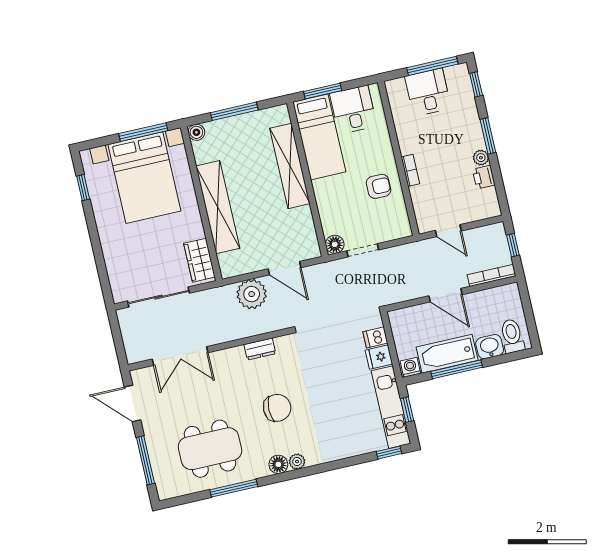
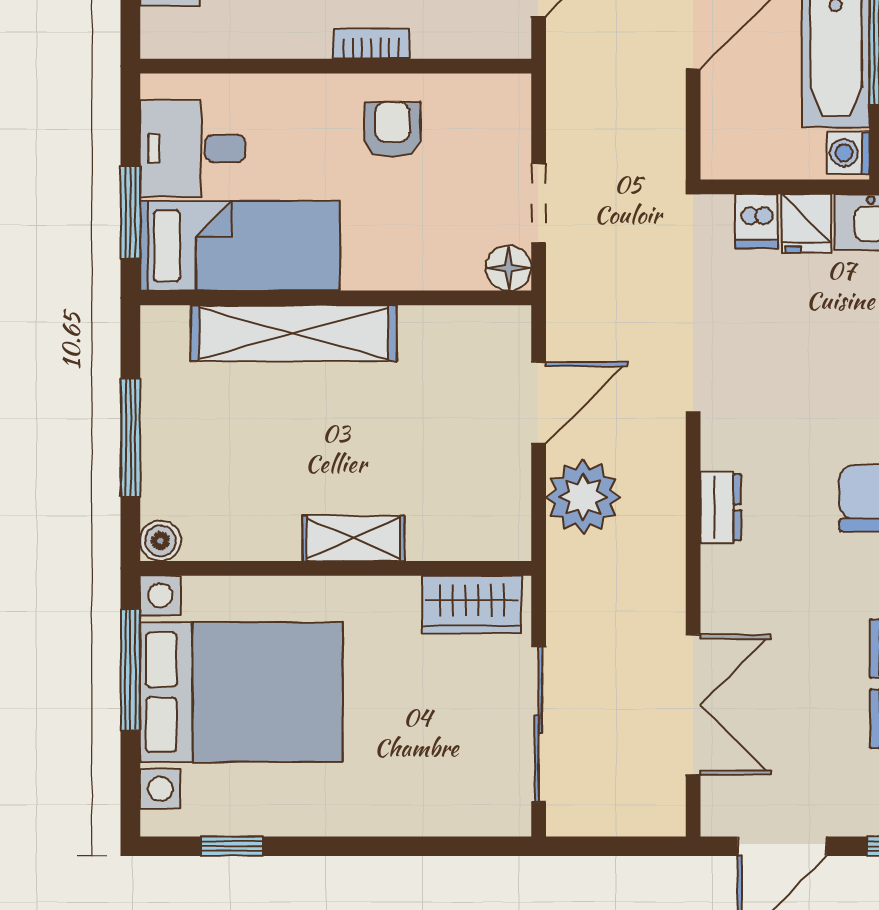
shelving: (218, 207) -> (353, 538), width x0.45, depth x0.75

